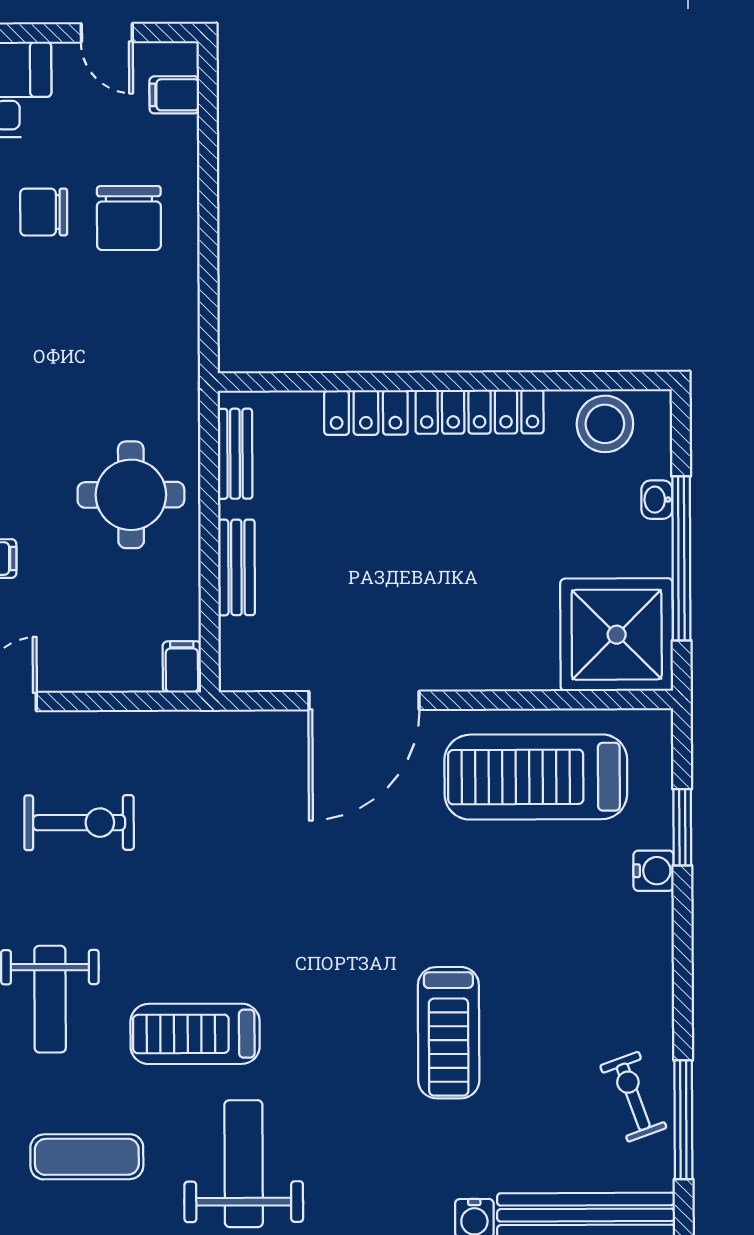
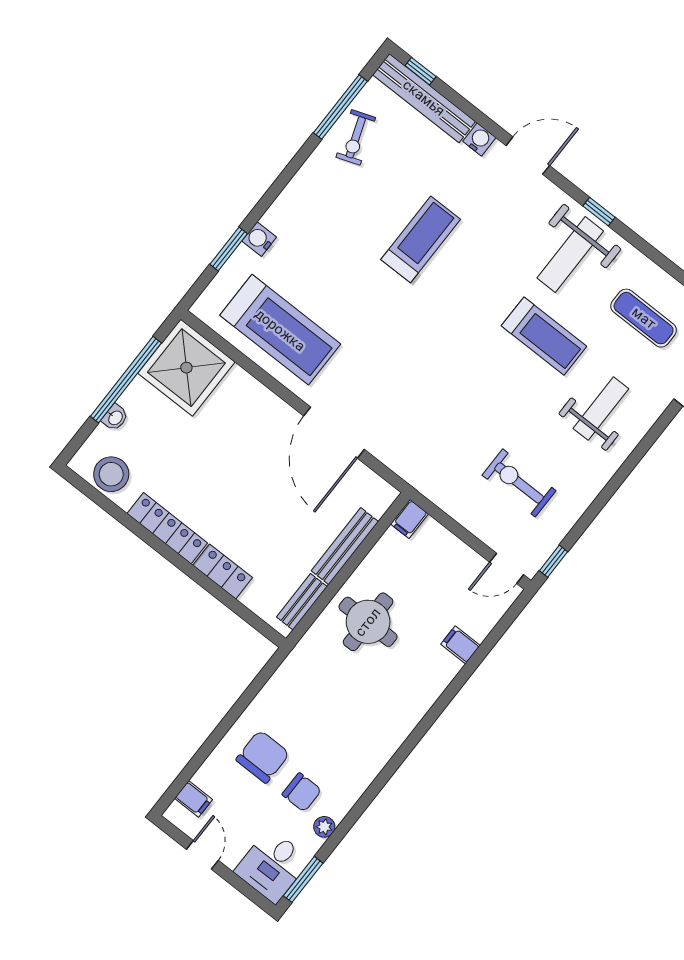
bench: (236, 567) -> (345, 546), width x1.36
door: (364, 700) -> (334, 433), swing flipped

